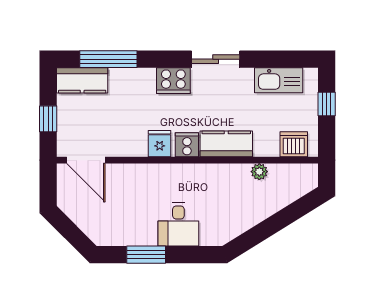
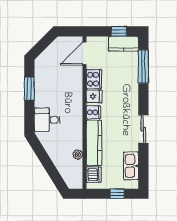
kitchen counter: (82, 80) -> (123, 44), moved, turned -90
cooker: (173, 81) -> (94, 79), moved, turned 180
window: (48, 119) -> (119, 31), moved
kitchen counter: (226, 144) -> (94, 143), width x1.50
desk: (178, 224) -> (47, 120), moved

